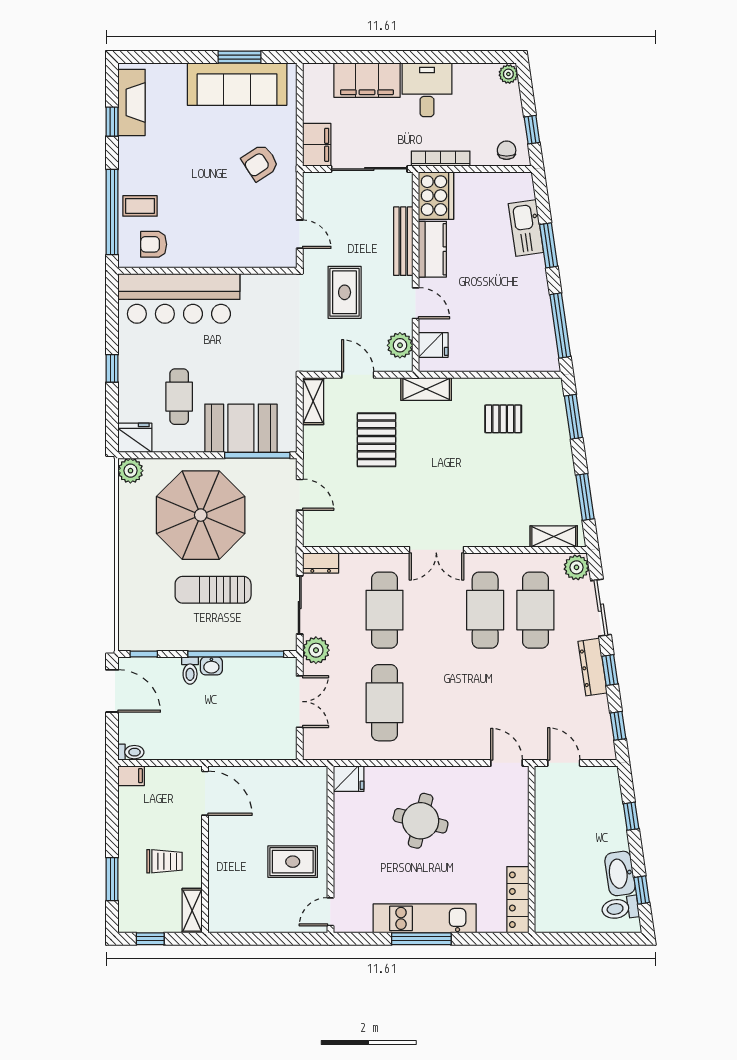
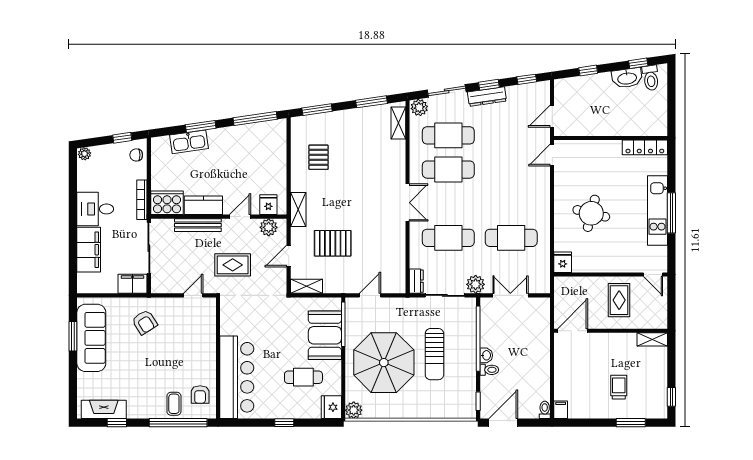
door: (205, 793) -> (573, 331), moved
wall: (205, 849) -> (611, 331), moved
shelving: (192, 911) -> (652, 339), moved

